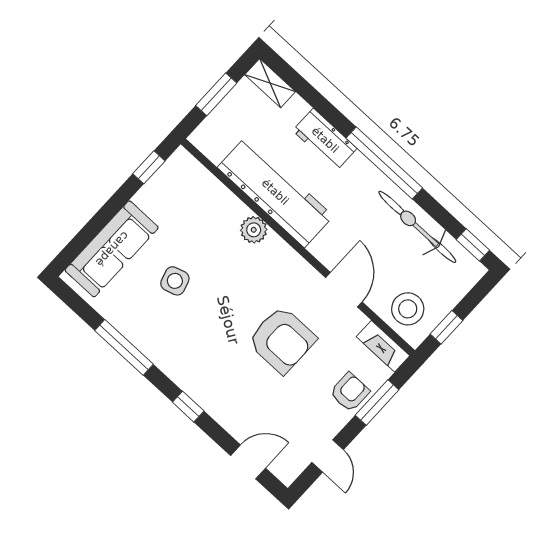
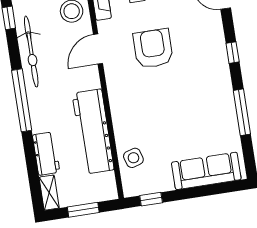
workbench: (325, 140) -> (46, 154), moved
plant: (254, 230) -> (121, 120), removed
side table: (175, 281) -> (133, 158), moved

